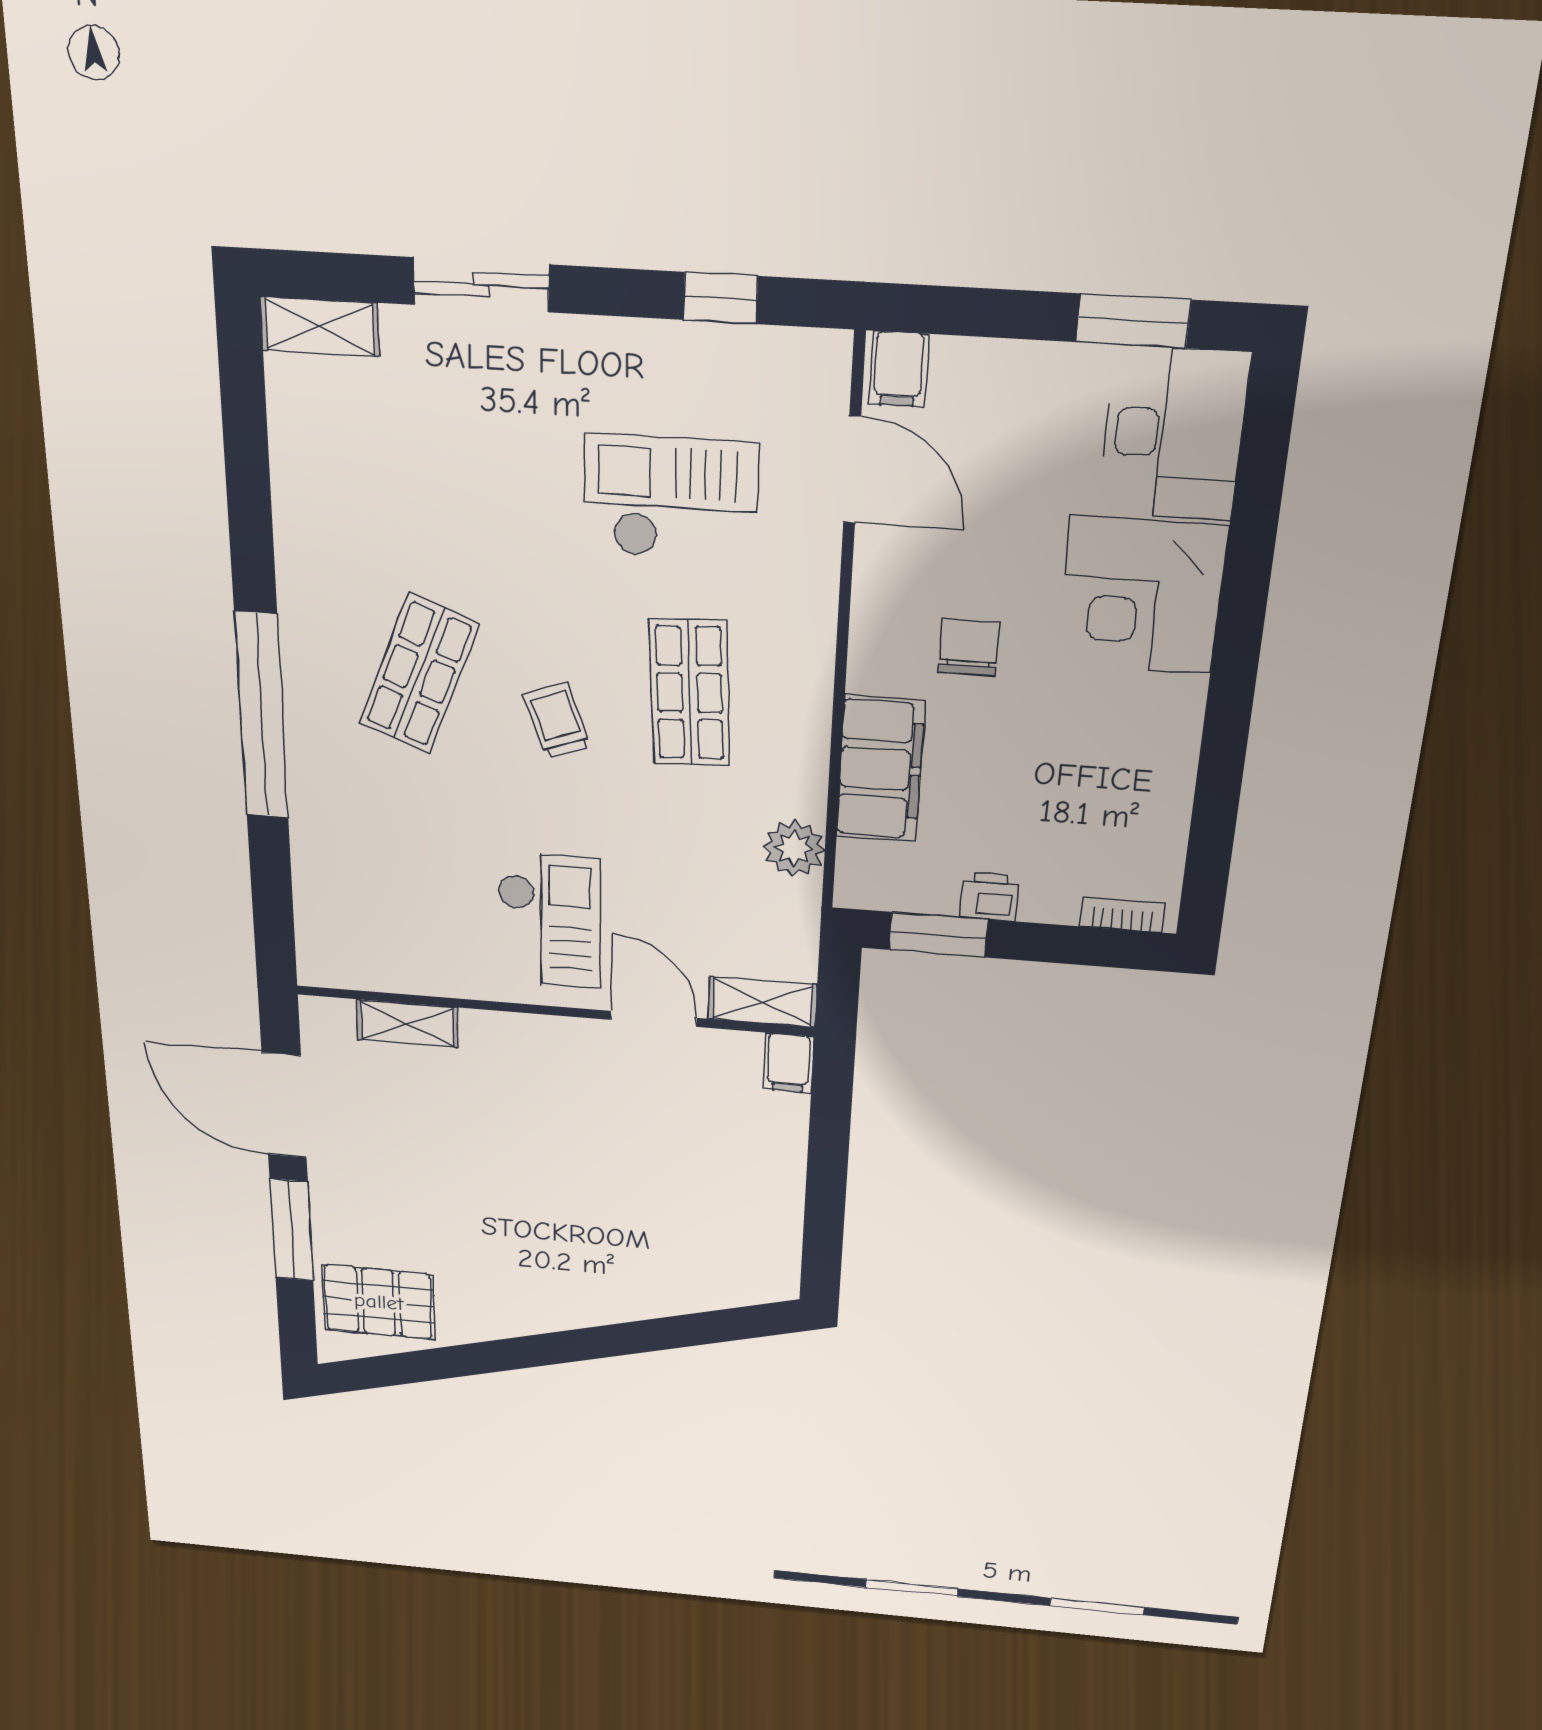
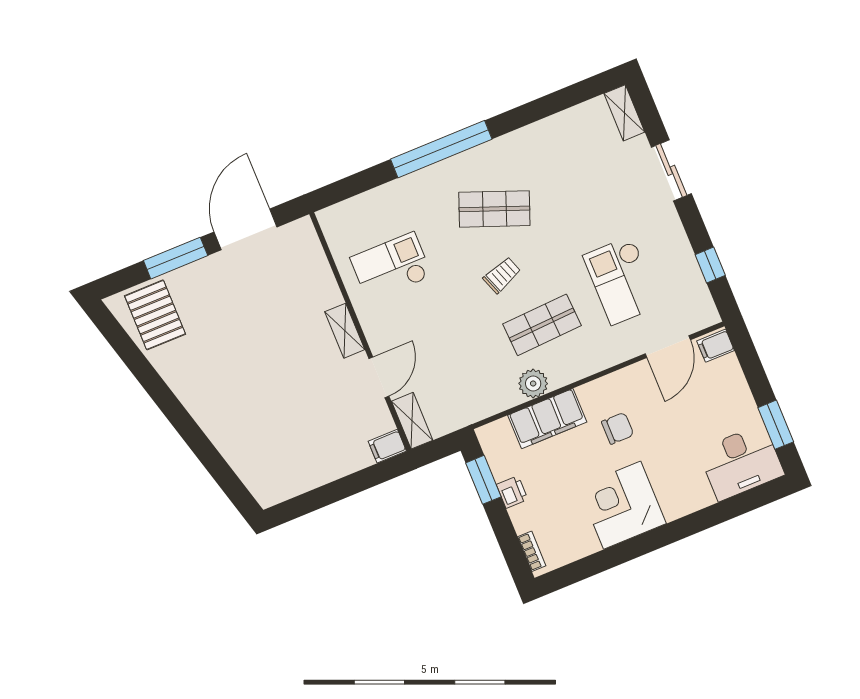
checkout: (671, 498) -> (622, 281), turned 180
corner desk: (1141, 596) -> (622, 505), moved
plant: (794, 848) -> (533, 383), moved
checkout: (549, 920) -> (391, 267), moved, turned 180
shelving: (407, 1023) -> (345, 331), moved

